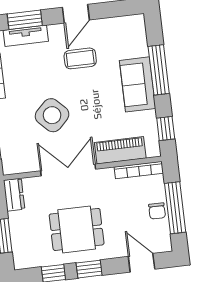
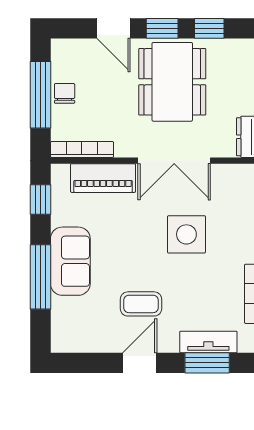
side table: (52, 115) -> (186, 234), turned 45
dining table: (77, 229) -> (172, 82), width x1.38
door: (142, 263) -> (114, 28), moved

